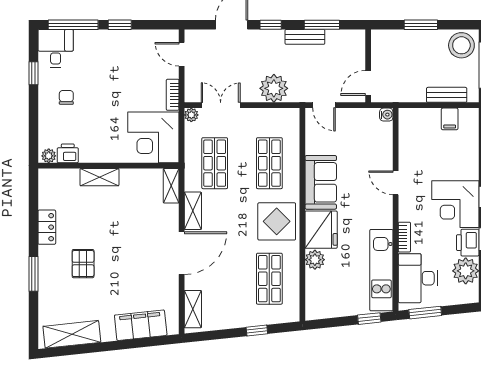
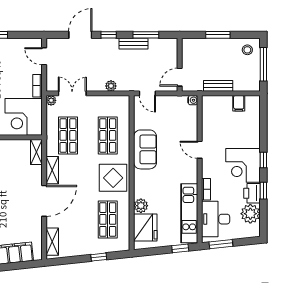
stool: (461, 45) -> (247, 50), width x0.53, depth x0.53
plant: (274, 88) -> (111, 86), width x0.53, depth x0.53
bench: (447, 95) -> (218, 86), moved
fridge: (321, 230) -> (145, 228), moved

